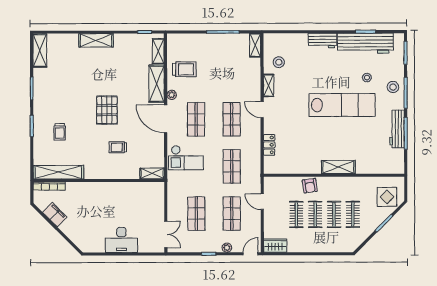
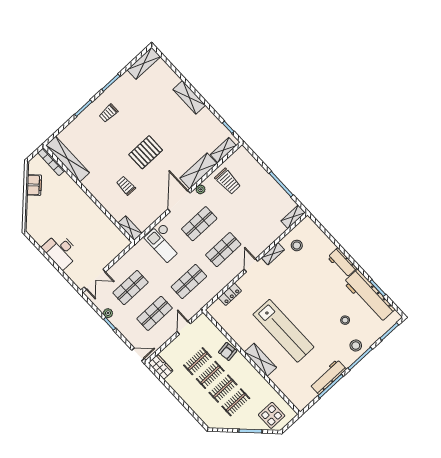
lab bench: (342, 105) -> (283, 331), moved
trolley: (60, 132) -> (108, 113), moved
plant: (227, 248) -> (108, 313), moved

